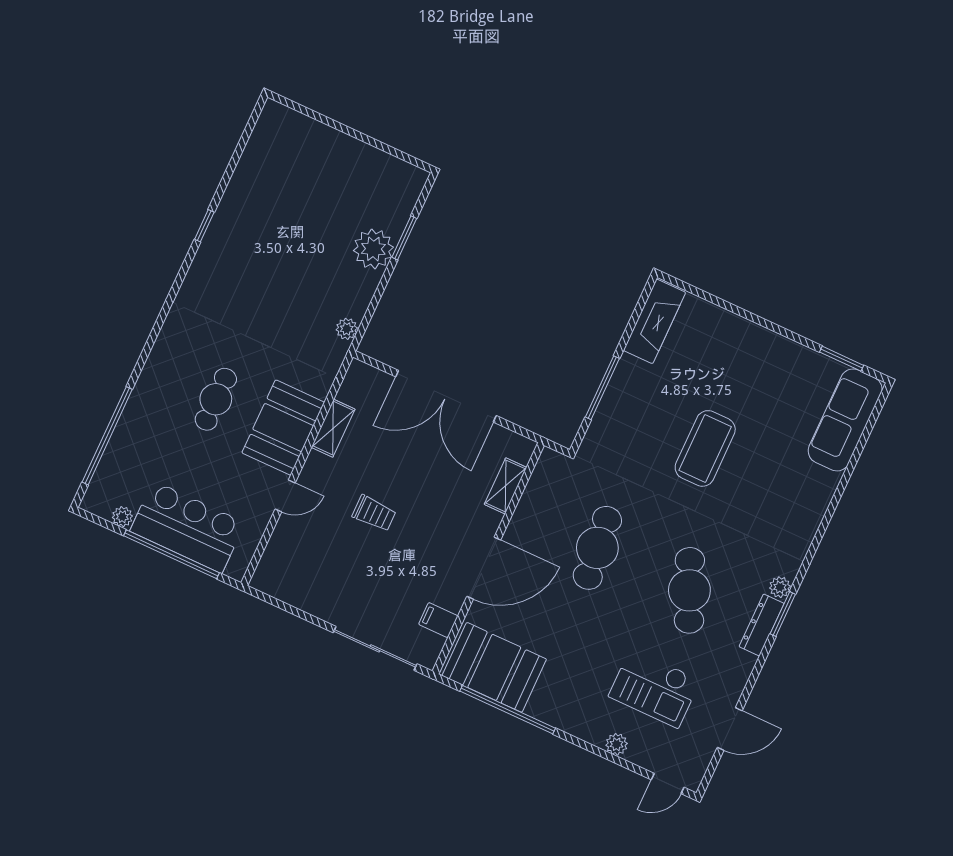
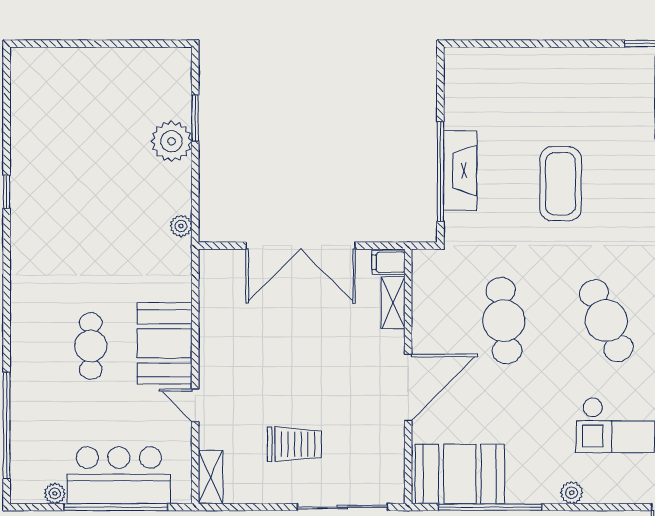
fireplace: (654, 321) -> (460, 171), moved
window: (602, 388) -> (440, 172), width x1.46
shelving: (333, 428) -> (211, 477), moved
door: (285, 496) -> (195, 405), swing flipped
trolley: (374, 513) -> (294, 444), moved, width x1.36, depth x1.39
filing cabinet: (438, 620) -> (388, 262), moved
plant: (617, 744) -> (572, 493), moved

